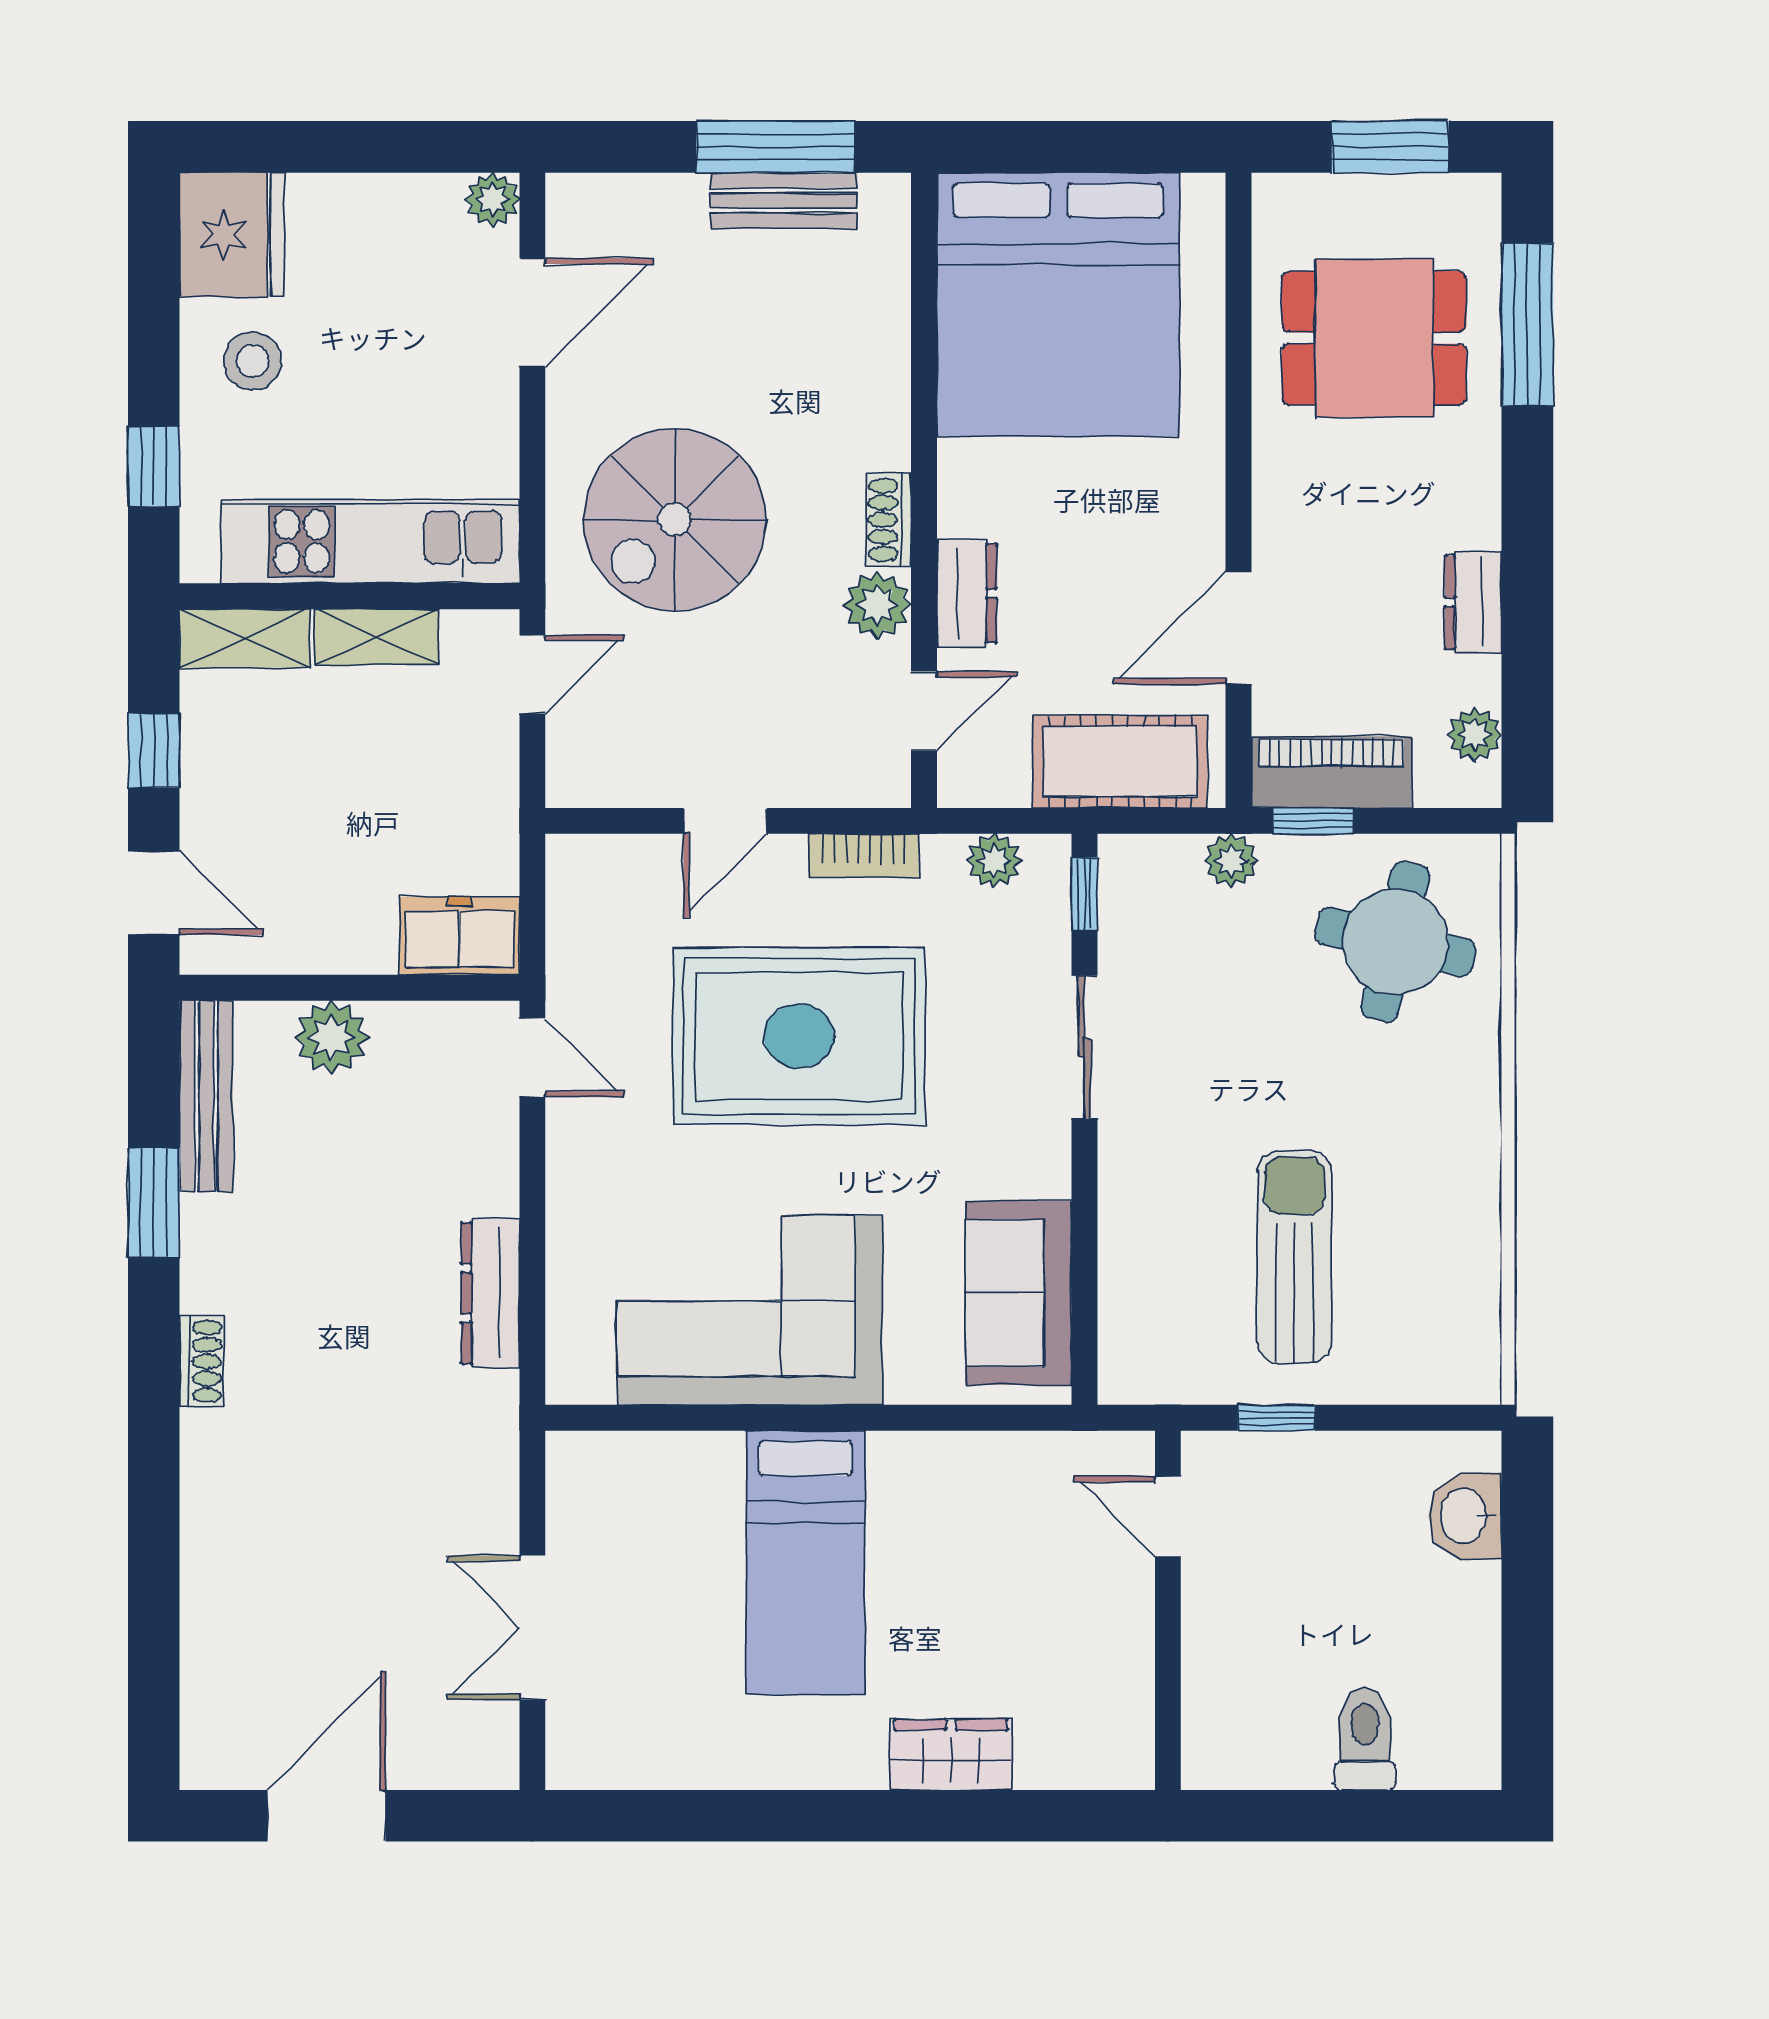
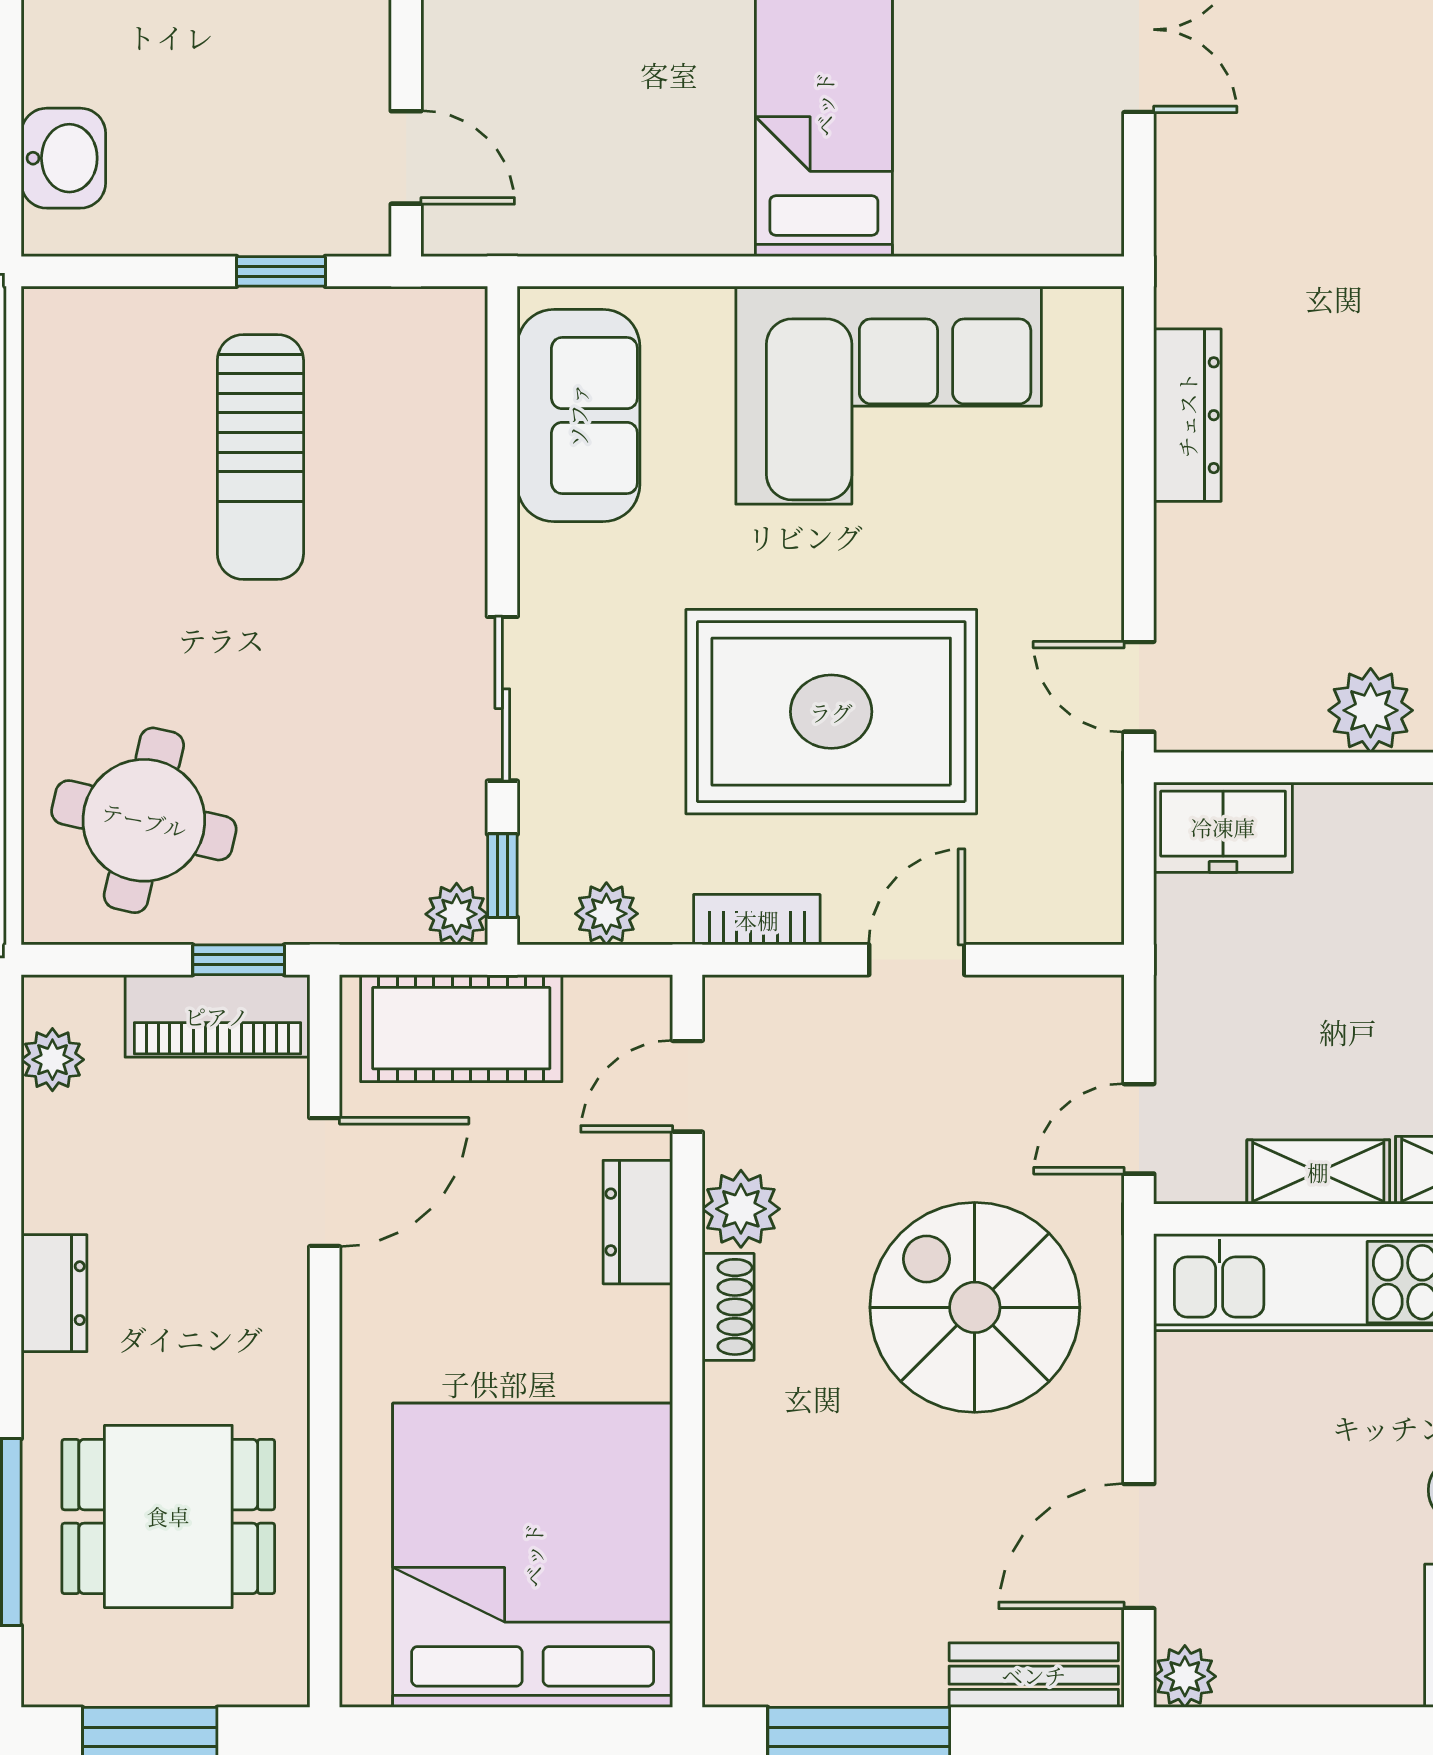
bench: (784, 201) -> (1034, 1675), moved
spiral stairs: (675, 519) -> (975, 1307), turned -90
dresser: (1473, 602) -> (54, 1293), moved
plant: (1231, 861) -> (457, 914), moved

